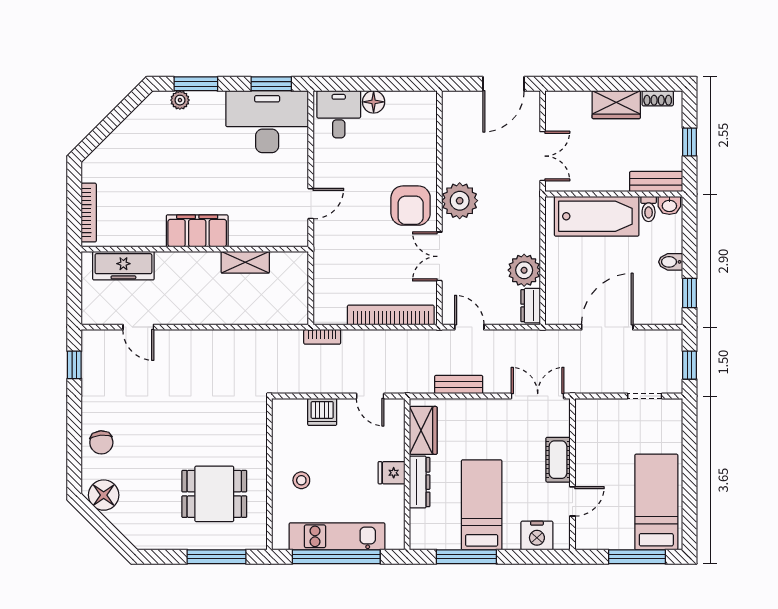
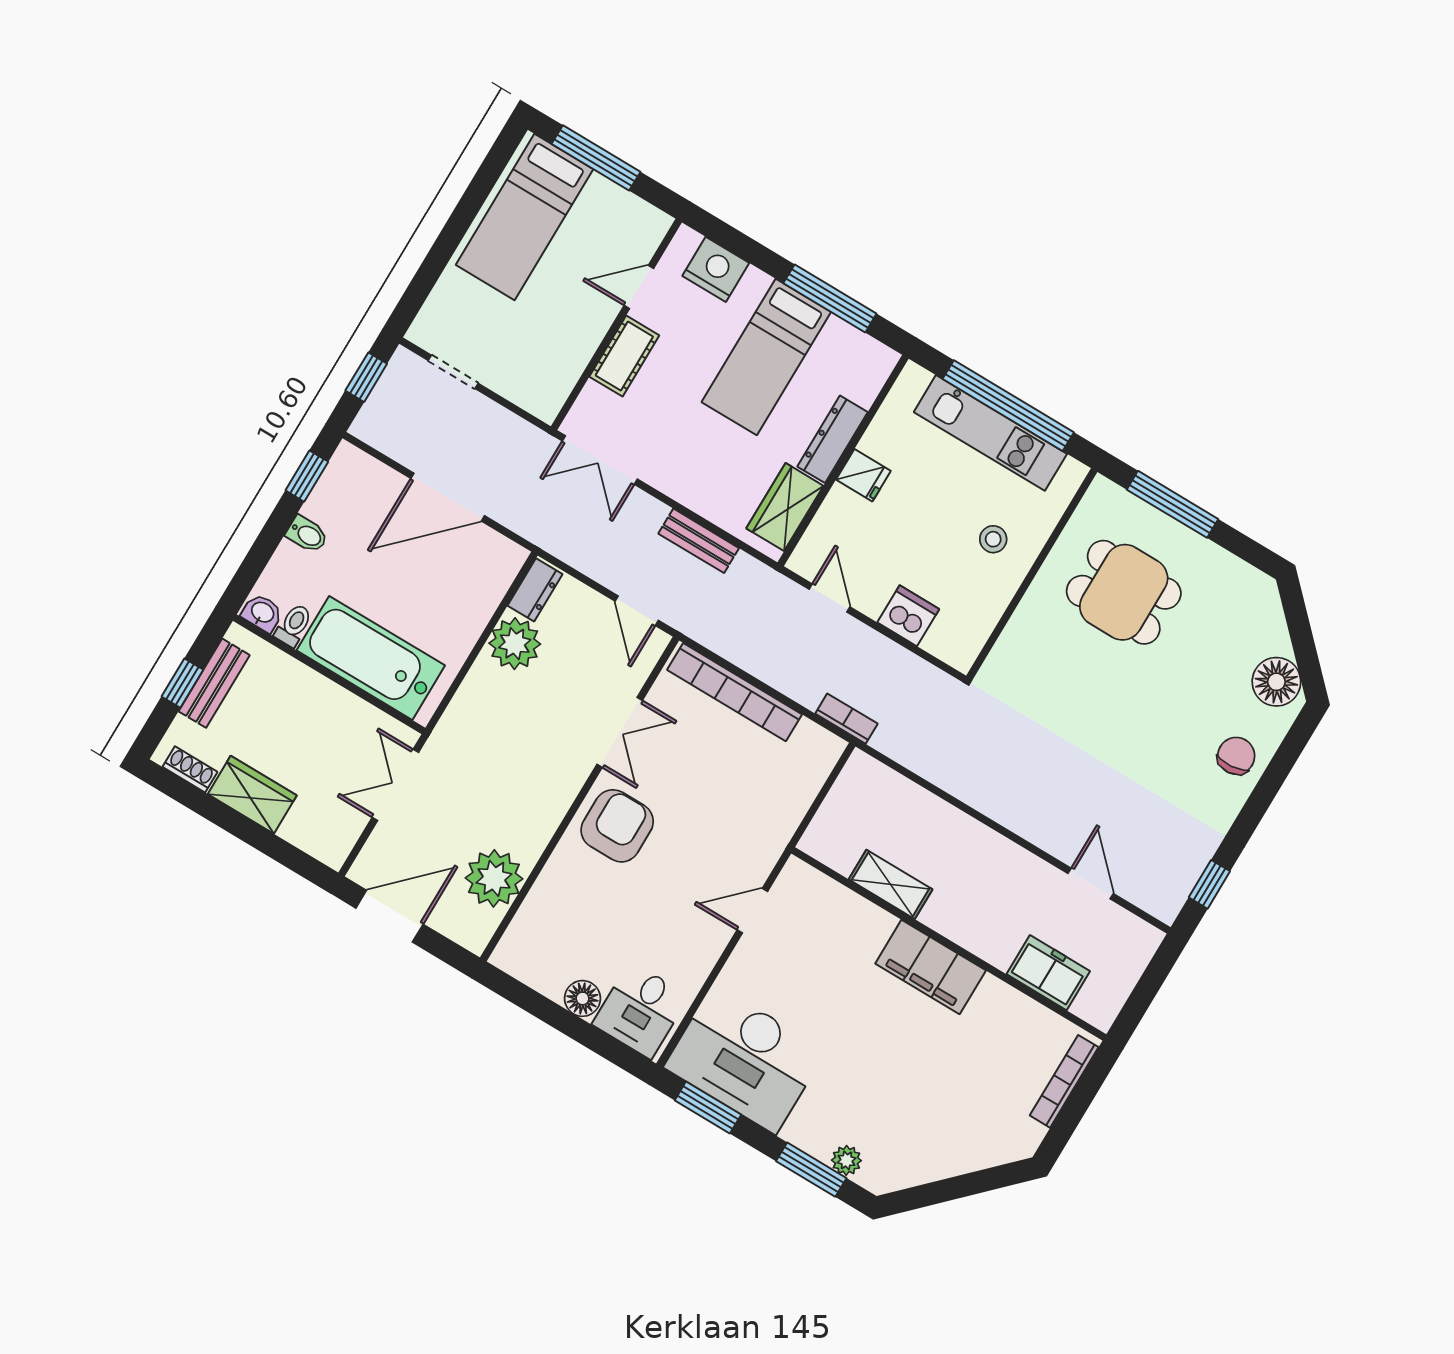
bench: (656, 182) -> (214, 683), moved, turned 90
plant: (460, 201) -> (494, 878), moved
freezer: (123, 266) -> (1048, 973), width x0.71

